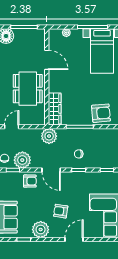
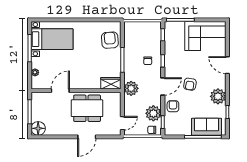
wardrobe: (55, 109) -> (111, 83), width x0.67
door: (12, 127) -> (122, 123), swing flipped
armchair: (61, 211) -> (190, 84), moved

